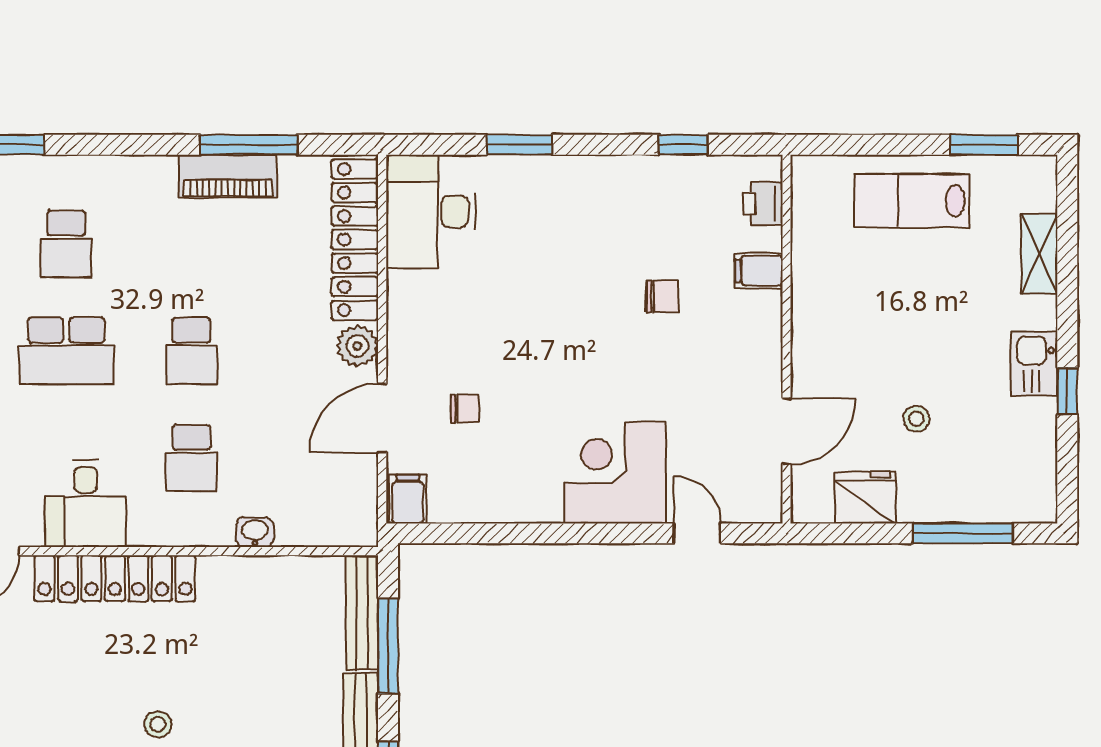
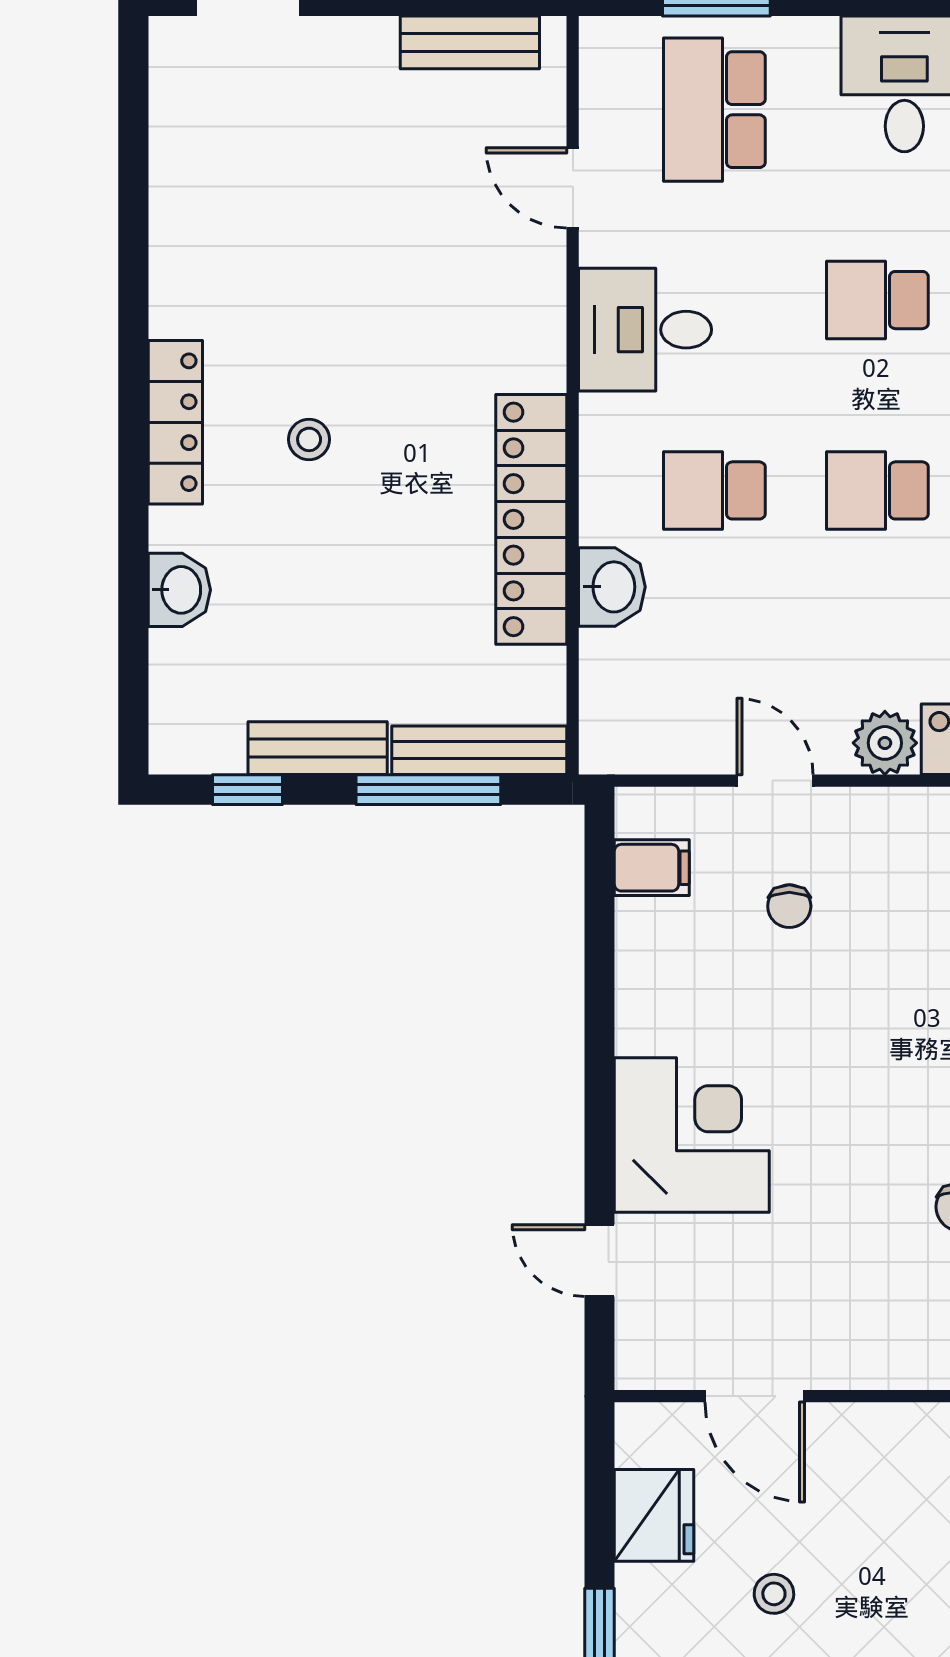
school desk: (66, 351) -> (877, 300), width x0.54
door: (382, 418) -> (775, 781), width x0.73
filing cabinet: (408, 499) -> (652, 868), moved
washbasin: (255, 532) -> (612, 587), width x1.38, depth x1.45
door: (697, 533) -> (599, 1261), swing flipped
locker: (115, 578) -> (531, 519), moved

